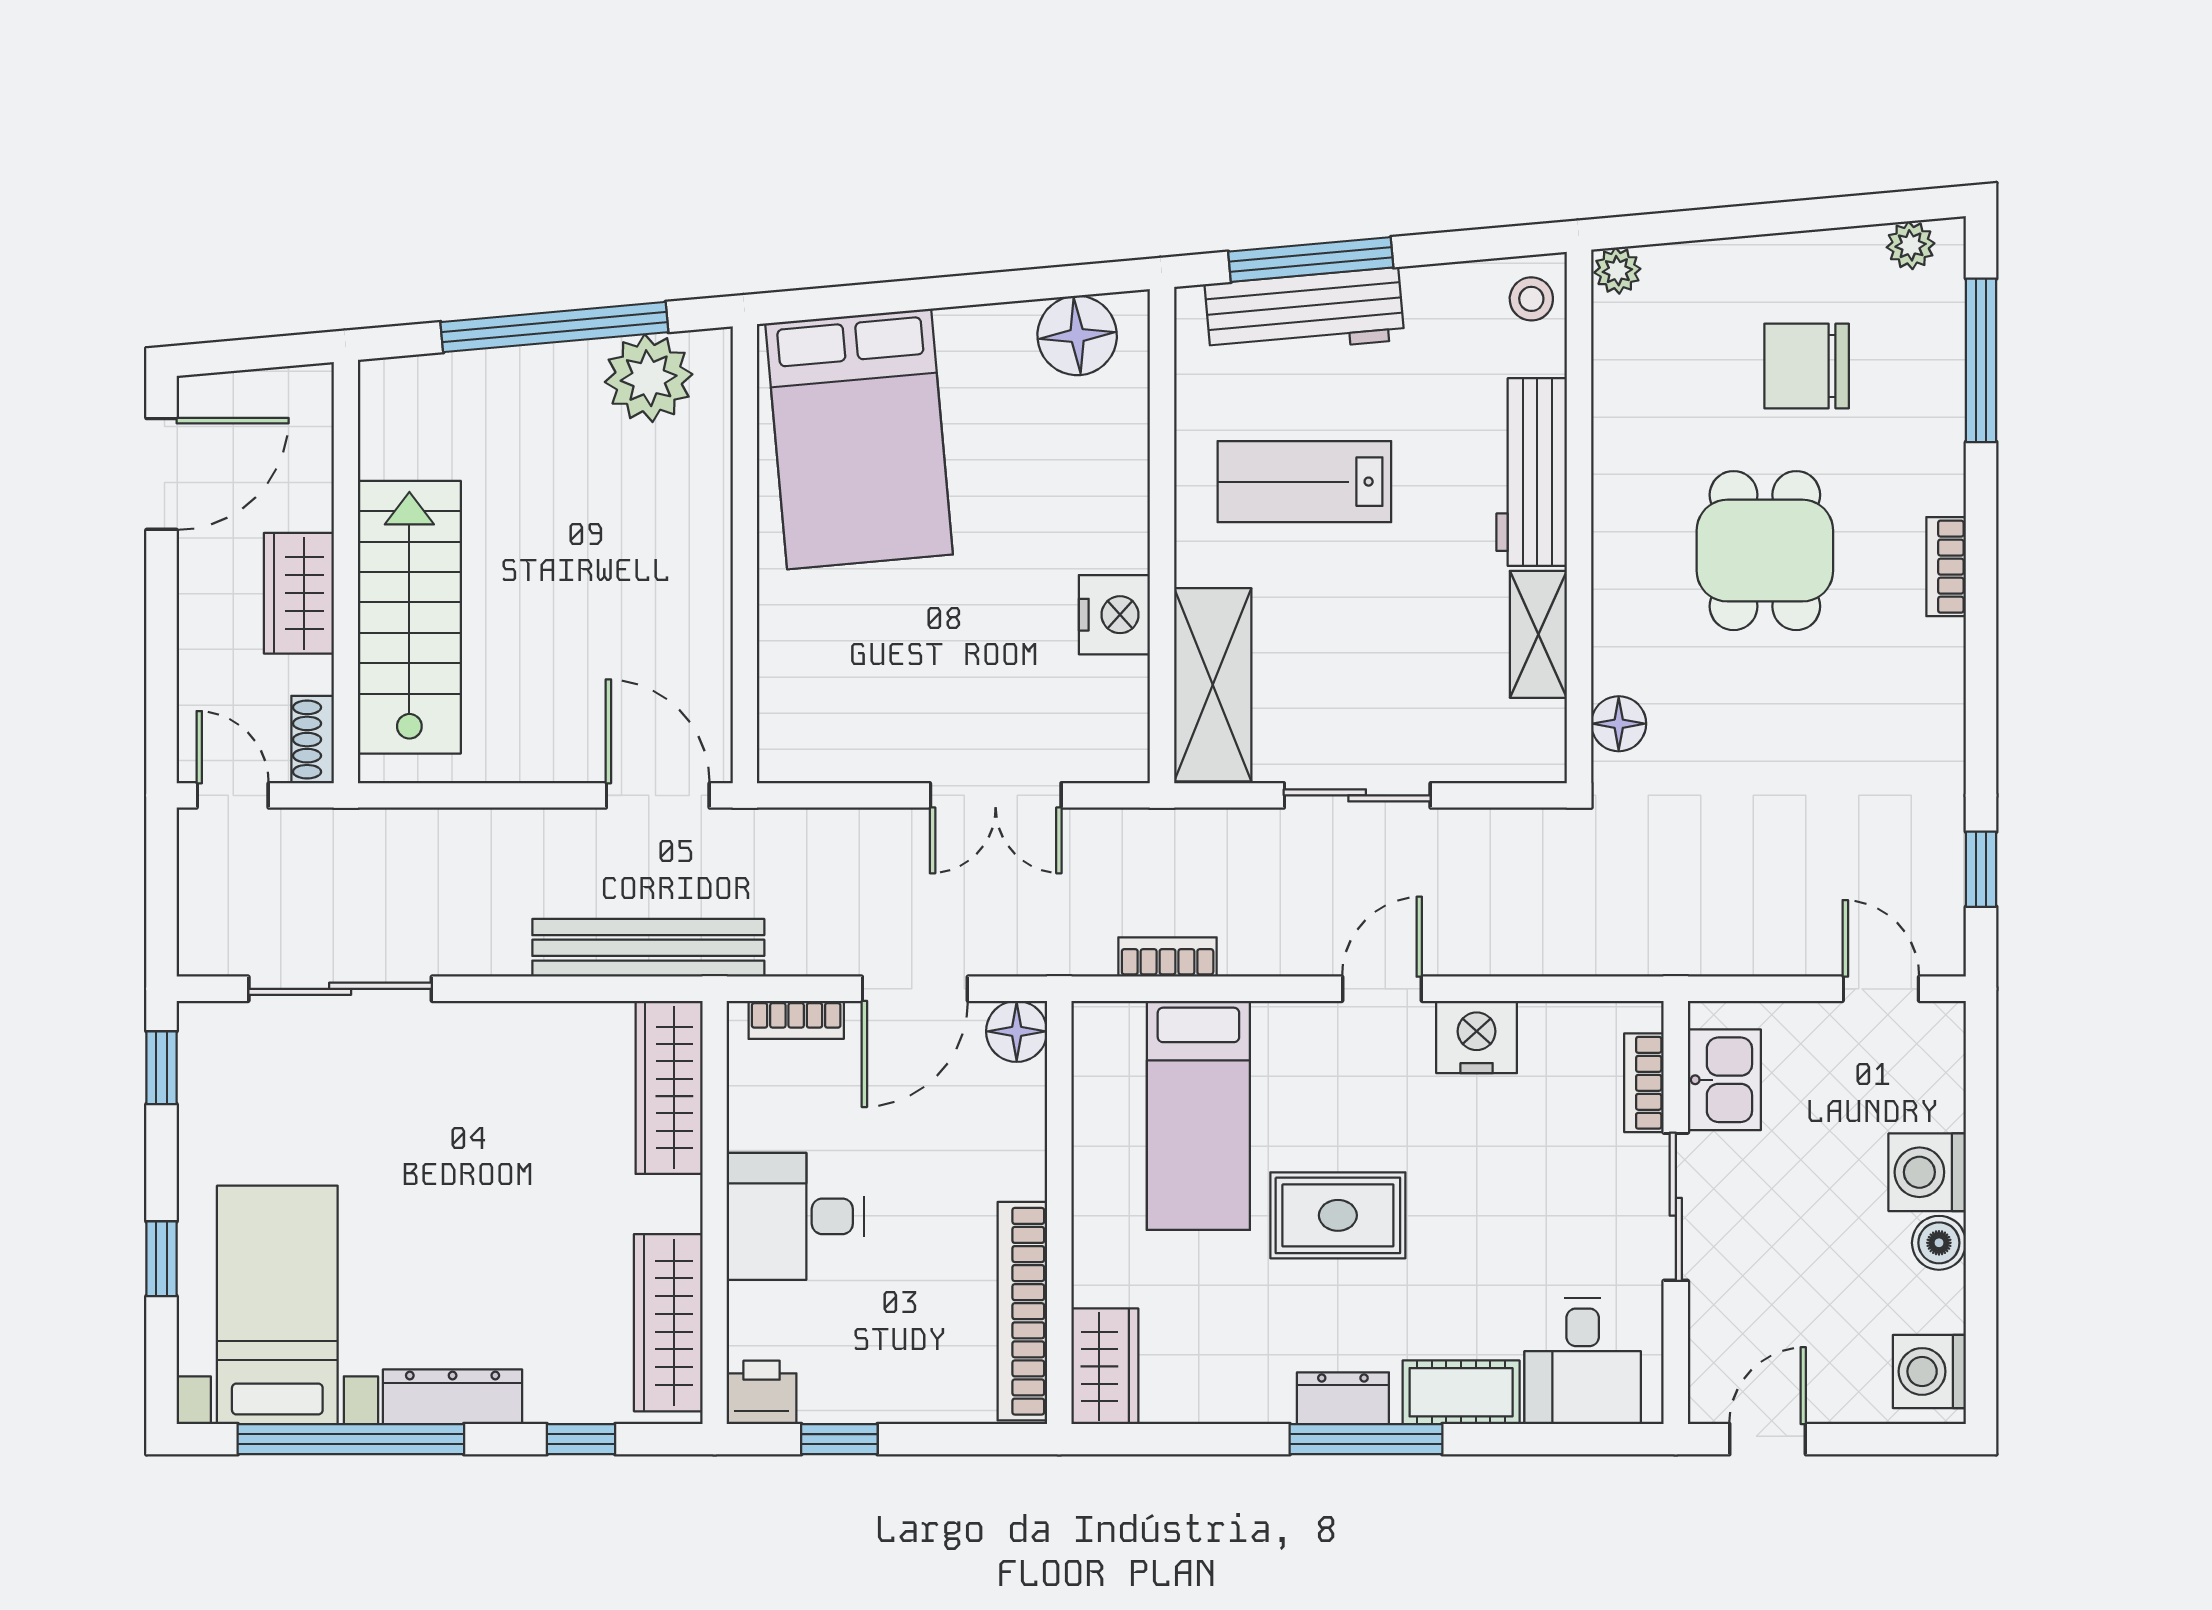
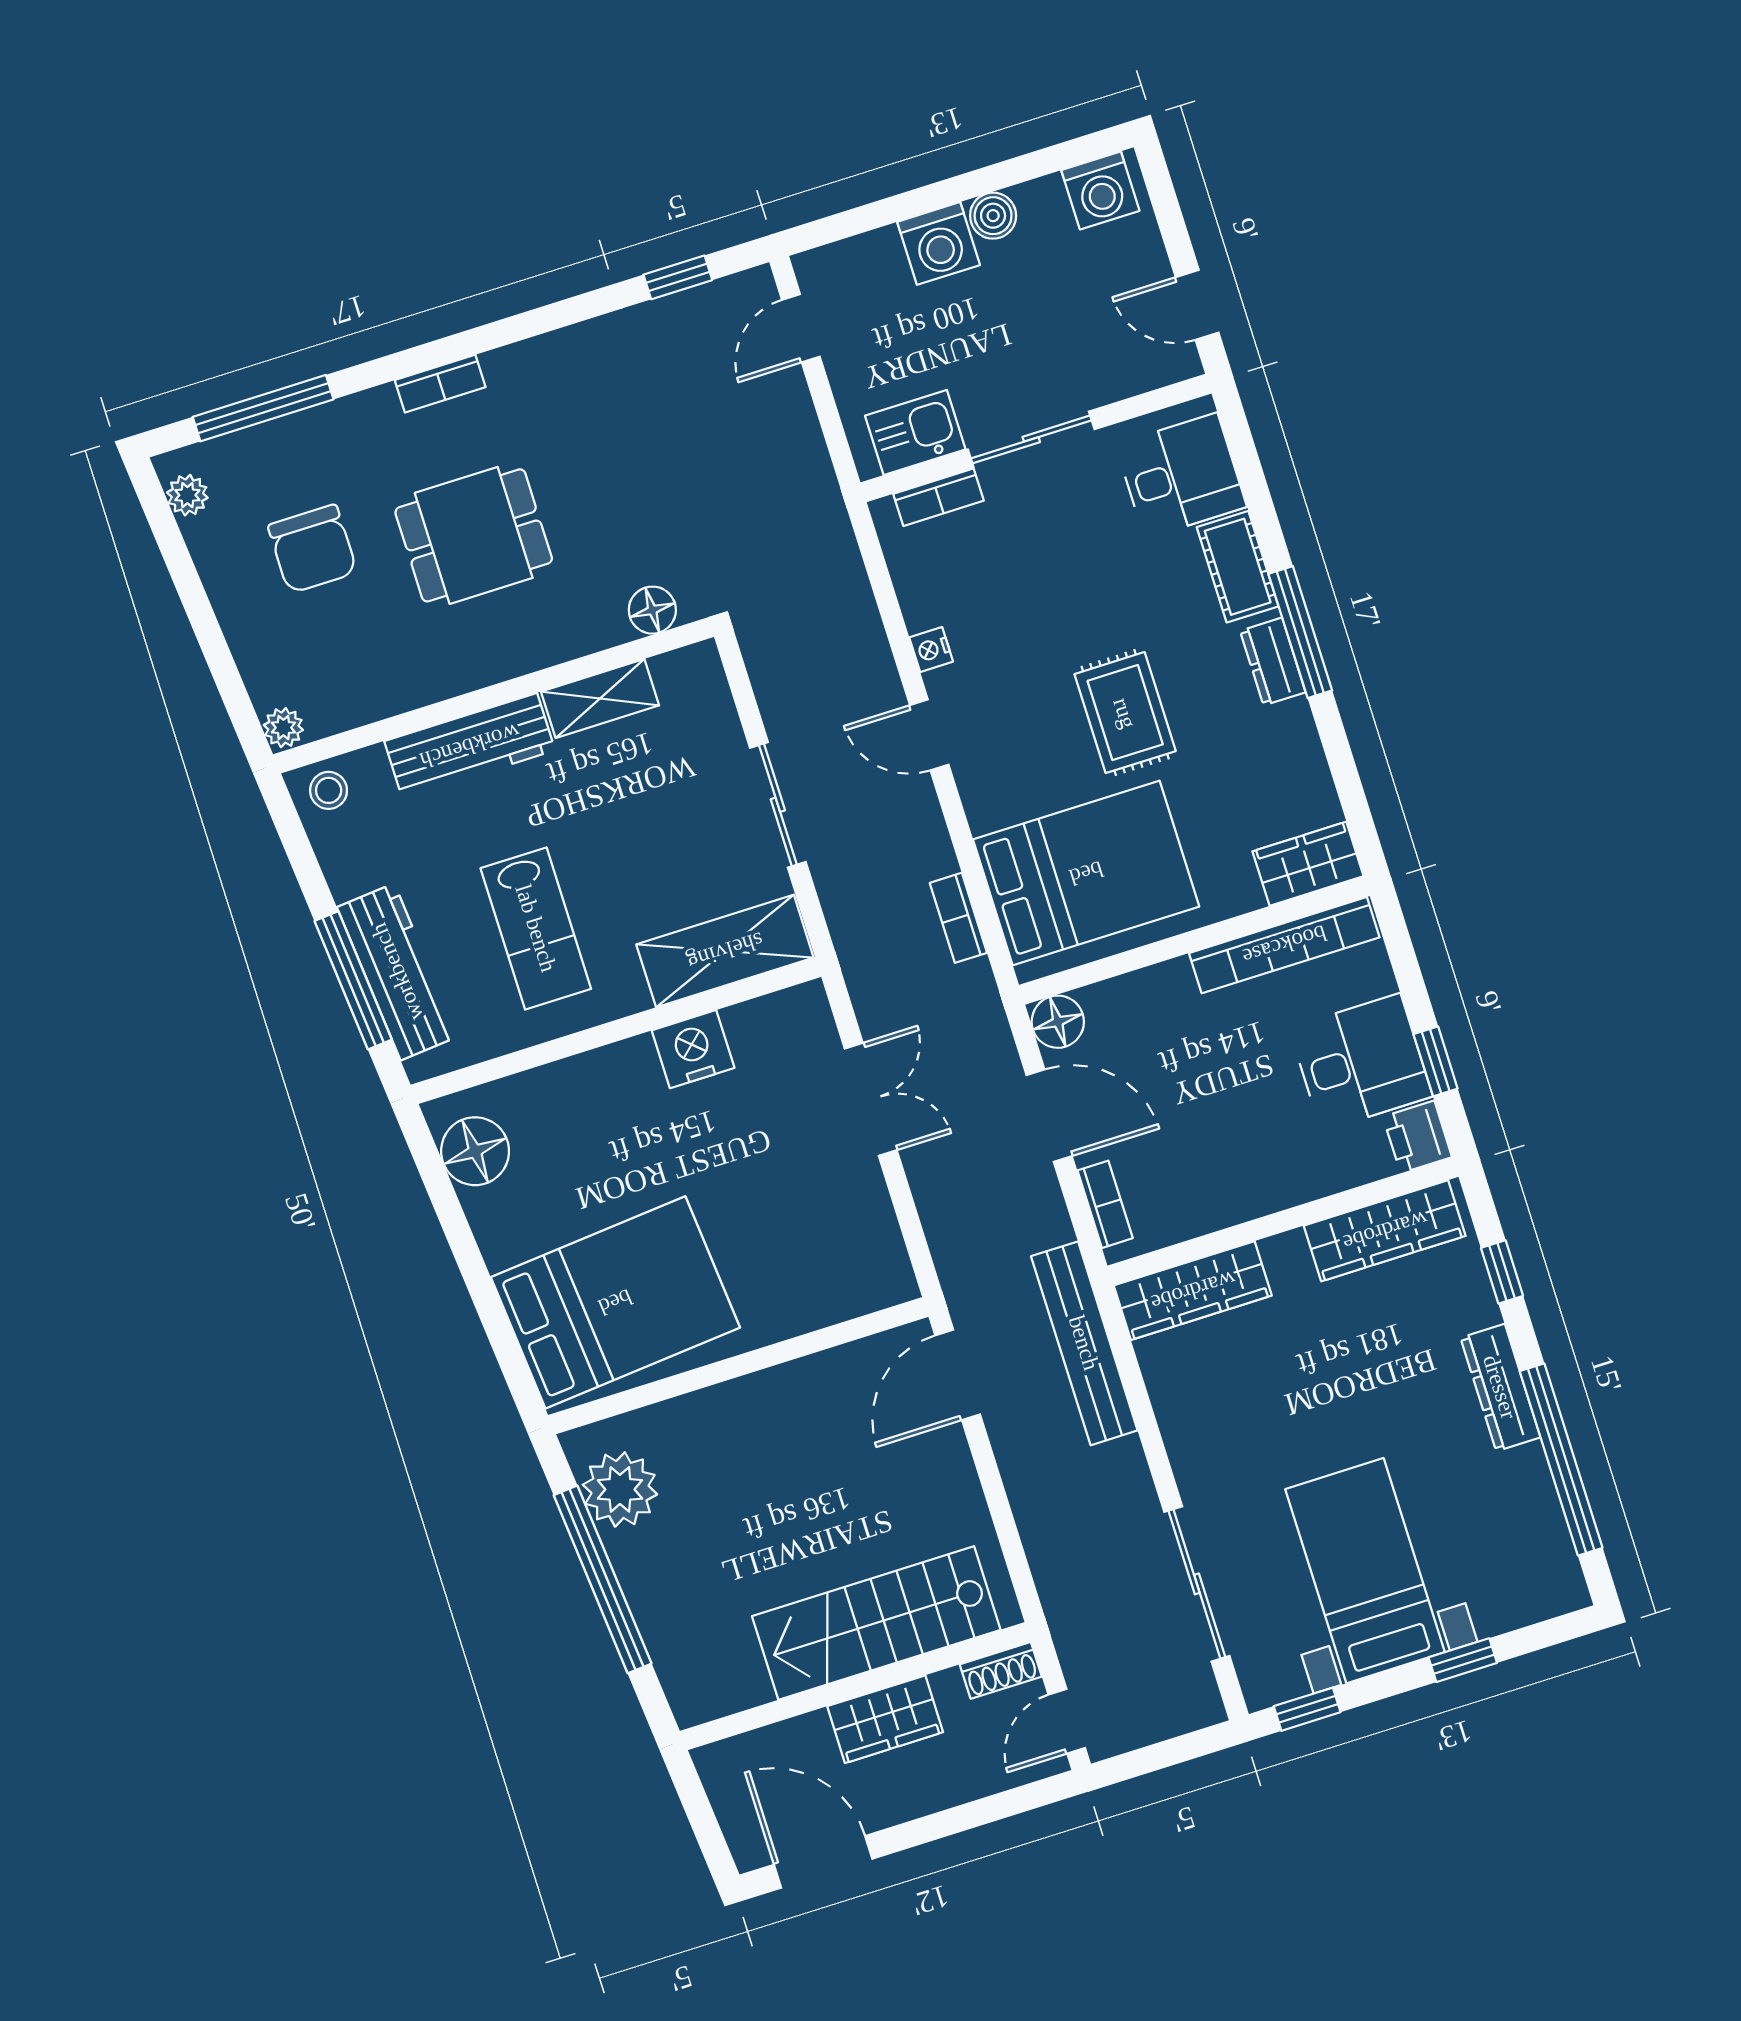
nightstand: (1477, 1037) -> (931, 650), width x0.53, depth x0.56
bed: (1198, 1115) -> (1086, 873), width x1.50
desk: (795, 1216) -> (1361, 1062), moved, turned -90
bed with nightstands: (277, 1305) -> (1365, 1571), moved, turned 90

